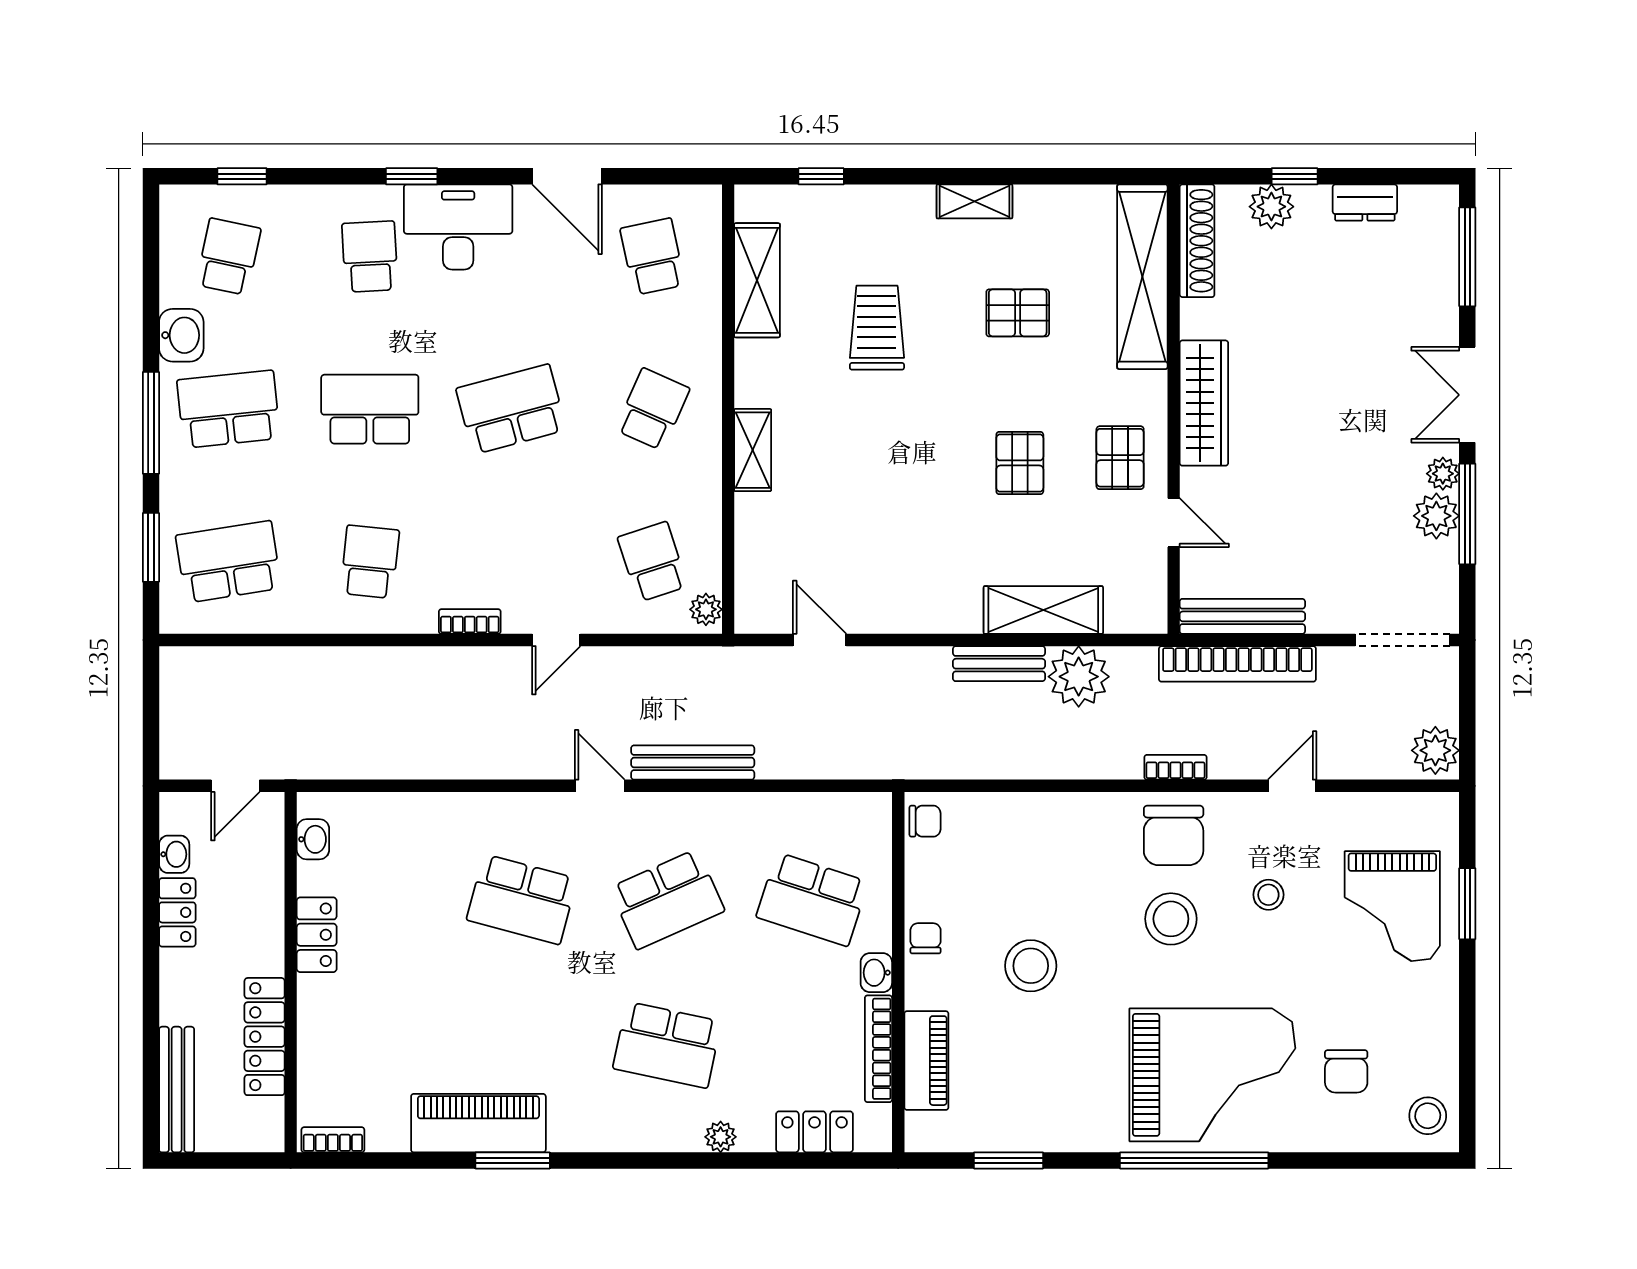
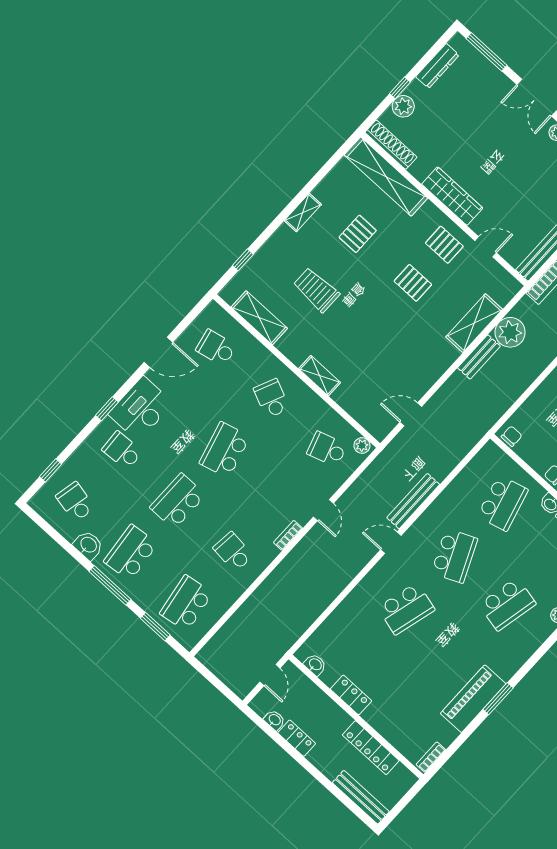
dresser: (1365, 202) -> (437, 66), width x1.44
school desk: (812, 899) -> (503, 503), turned -33

